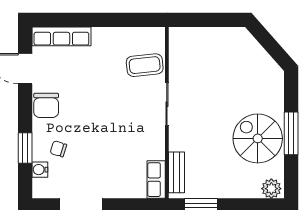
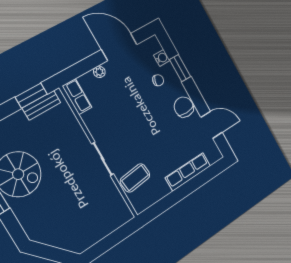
row of seats: (61, 36) -> (188, 172), moved
bench: (176, 172) -> (42, 105), moved, turned 90
plant: (118, 192) -> (99, 72), added

